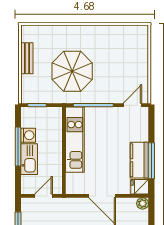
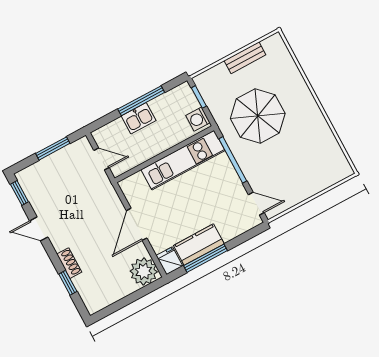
washing machine: (28, 135) -> (198, 119), moved, turned 90
kitchen sink: (29, 159) -> (139, 118), width x0.73
plant: (143, 203) -> (144, 271), width x1.88, depth x1.88

